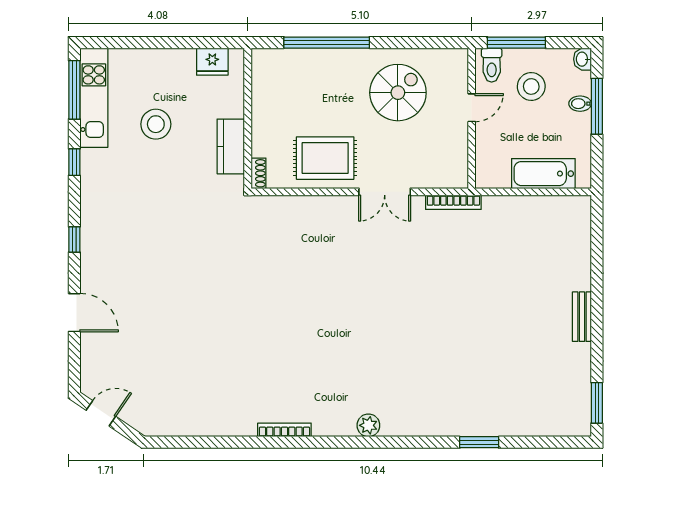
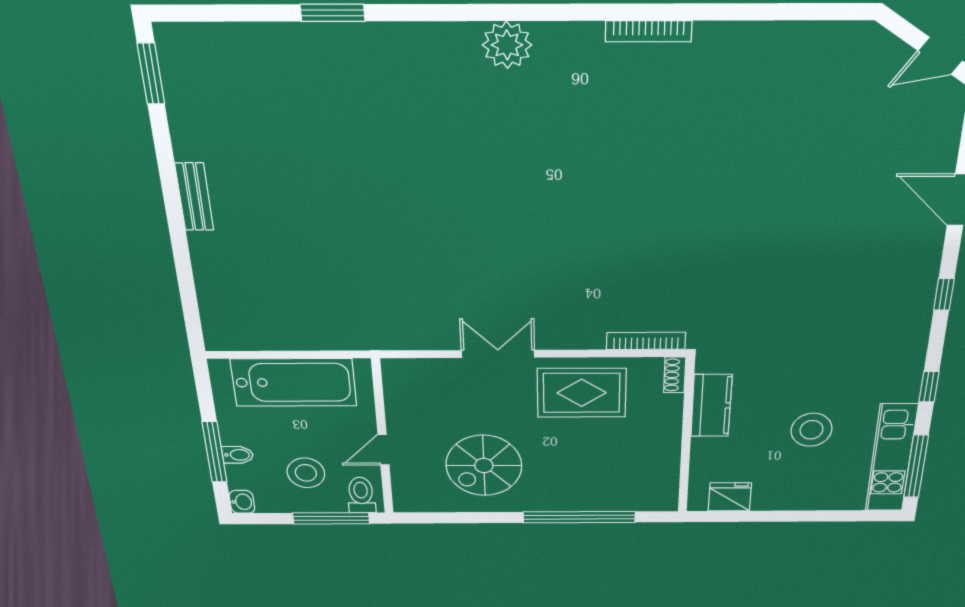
bathtub: (543, 174) -> (294, 382), width x1.36, depth x1.36
bookcase: (453, 202) -> (646, 341), moved
plant: (368, 425) -> (507, 45), width x1.36, depth x1.36

